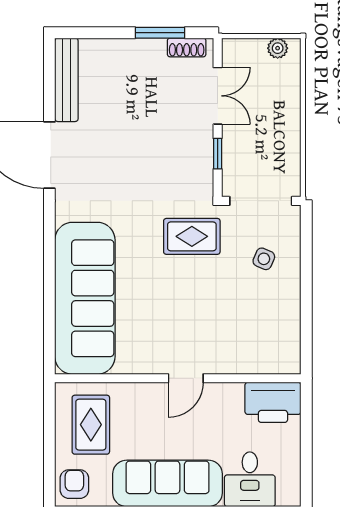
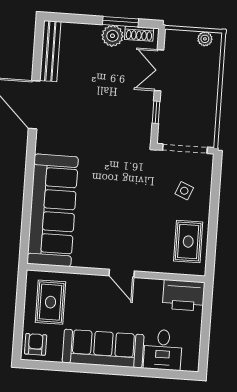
plant: (150, 53) -> (112, 36), added
double door: (218, 96) -> (159, 70), swing flipped
rug: (192, 236) -> (188, 242), moved, turned 90
door: (186, 378) -> (122, 273), hinge flipped

